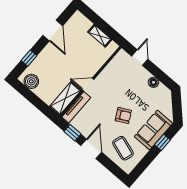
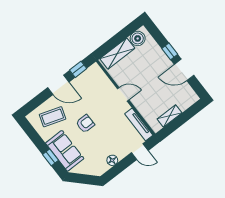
window: (29, 58) -> (170, 51), moved
door: (88, 85) -> (123, 94), hinge flipped
shelving: (65, 98) -> (117, 54), moved, turned 90
tv unit: (76, 107) -> (139, 125), moved
armchair: (123, 115) -> (85, 124), turned -152

